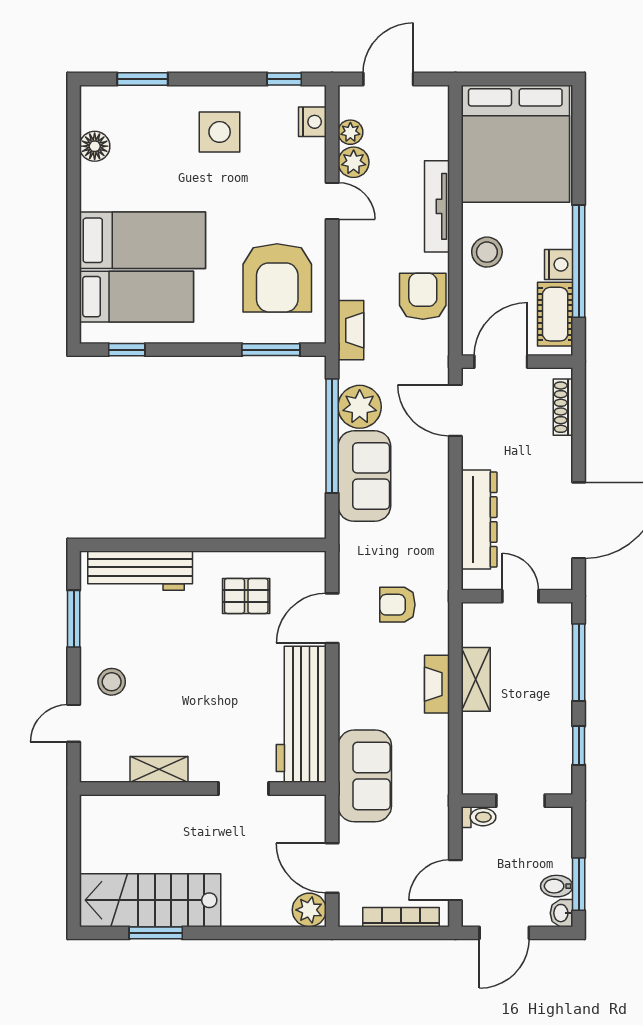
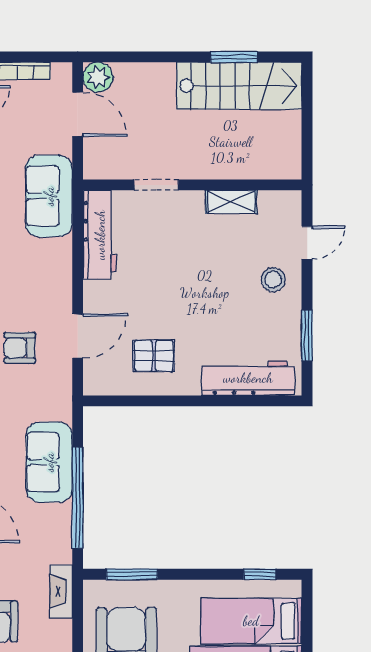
plant: (360, 407) -> (53, 523), removed
armchair: (397, 605) -> (20, 348), turned 180
workbench: (301, 714) -> (100, 235), width x0.73, depth x0.76

